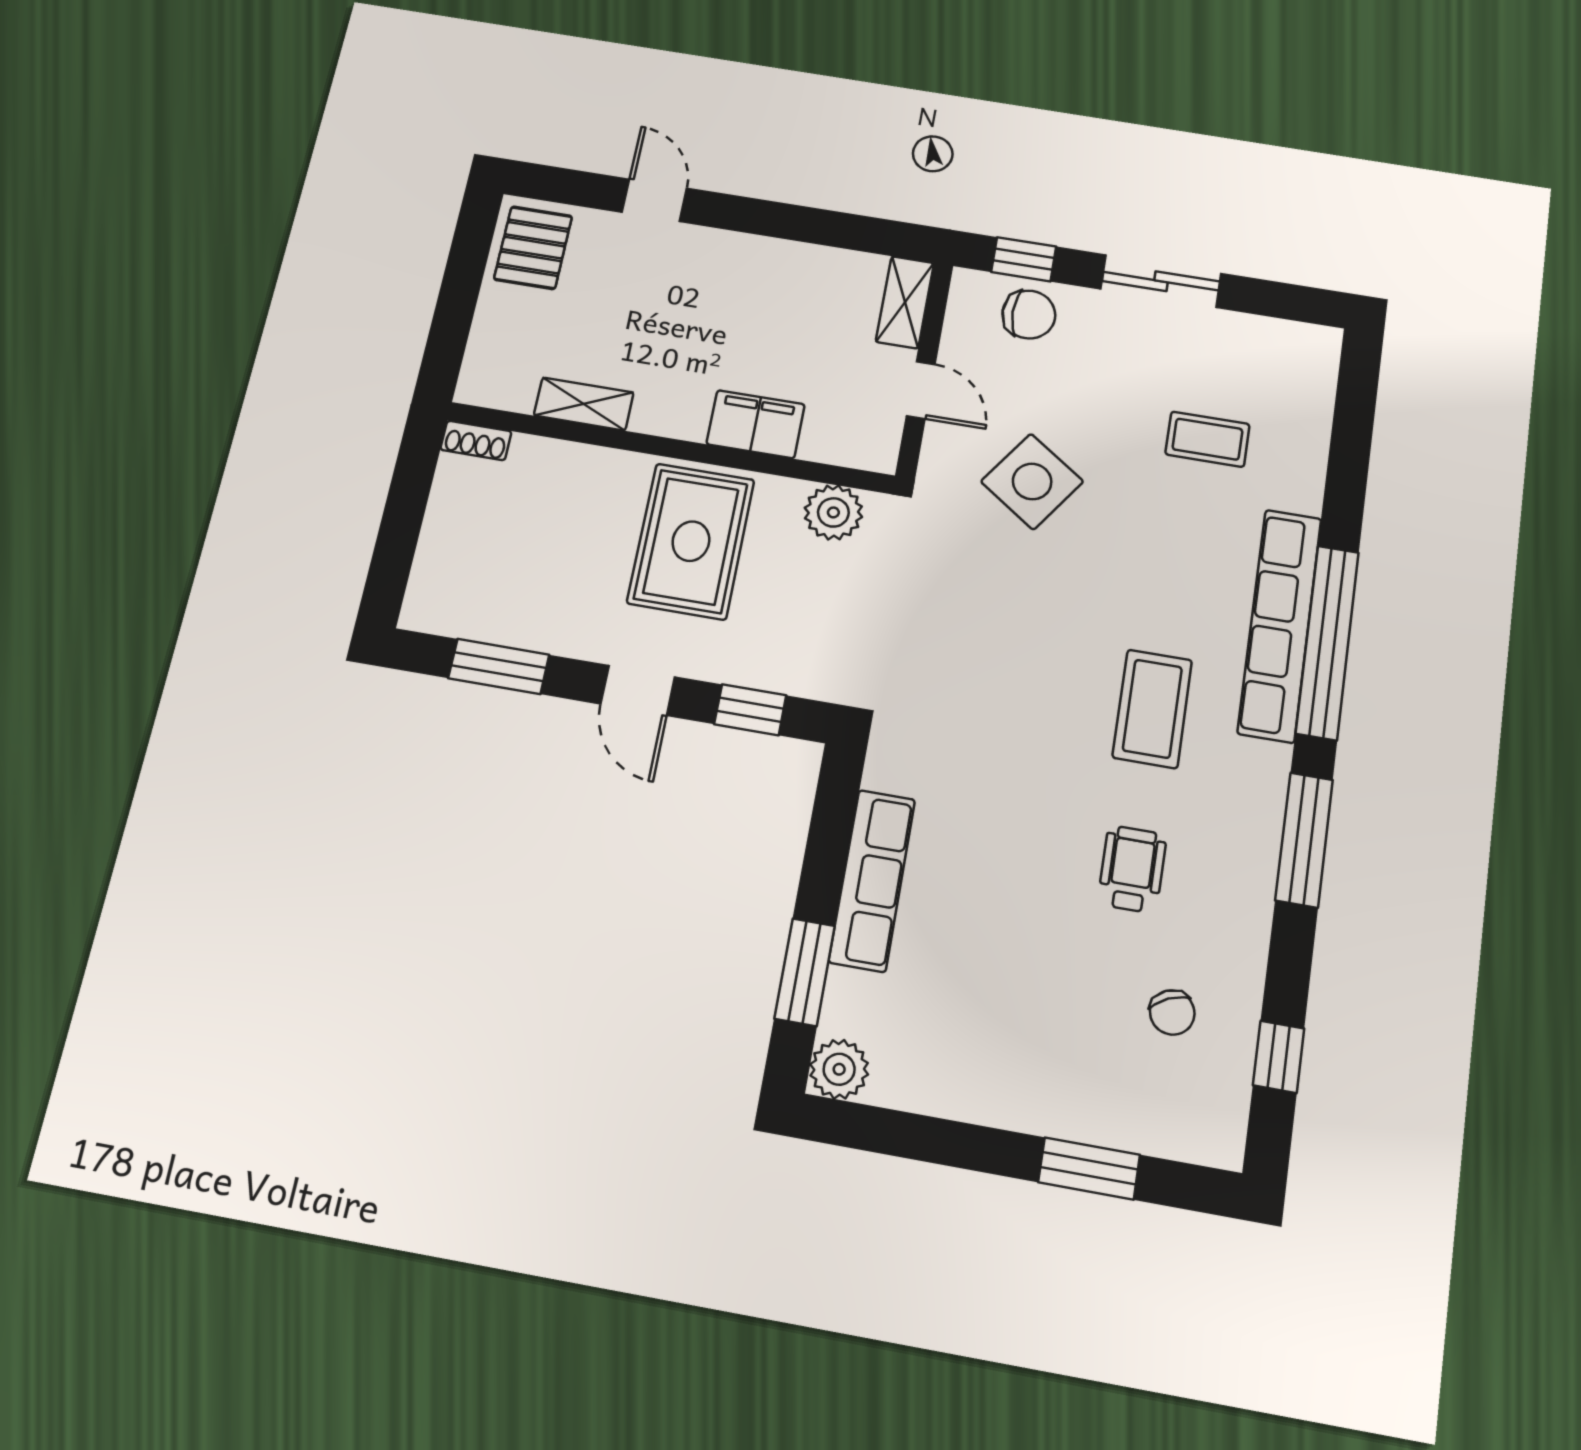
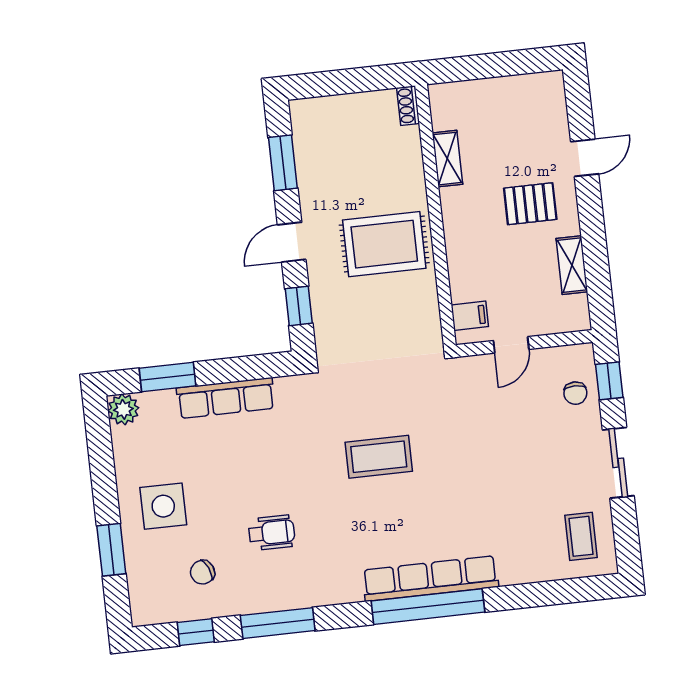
pallet: (533, 248) -> (530, 204), moved
shelving: (905, 302) -> (572, 265), moved, turned 90
chair: (1029, 315) -> (575, 393), width x0.73, depth x0.73
filing cabinet: (756, 424) -> (470, 316), moved, width x0.50
coffee table: (1207, 439) -> (581, 536), moved
side table: (1032, 482) -> (163, 506), moved, turned -35
plant: (833, 512) -> (424, 317), removed
coffee table: (1152, 709) -> (379, 457), moved
window: (1304, 840) -> (278, 623), moved

